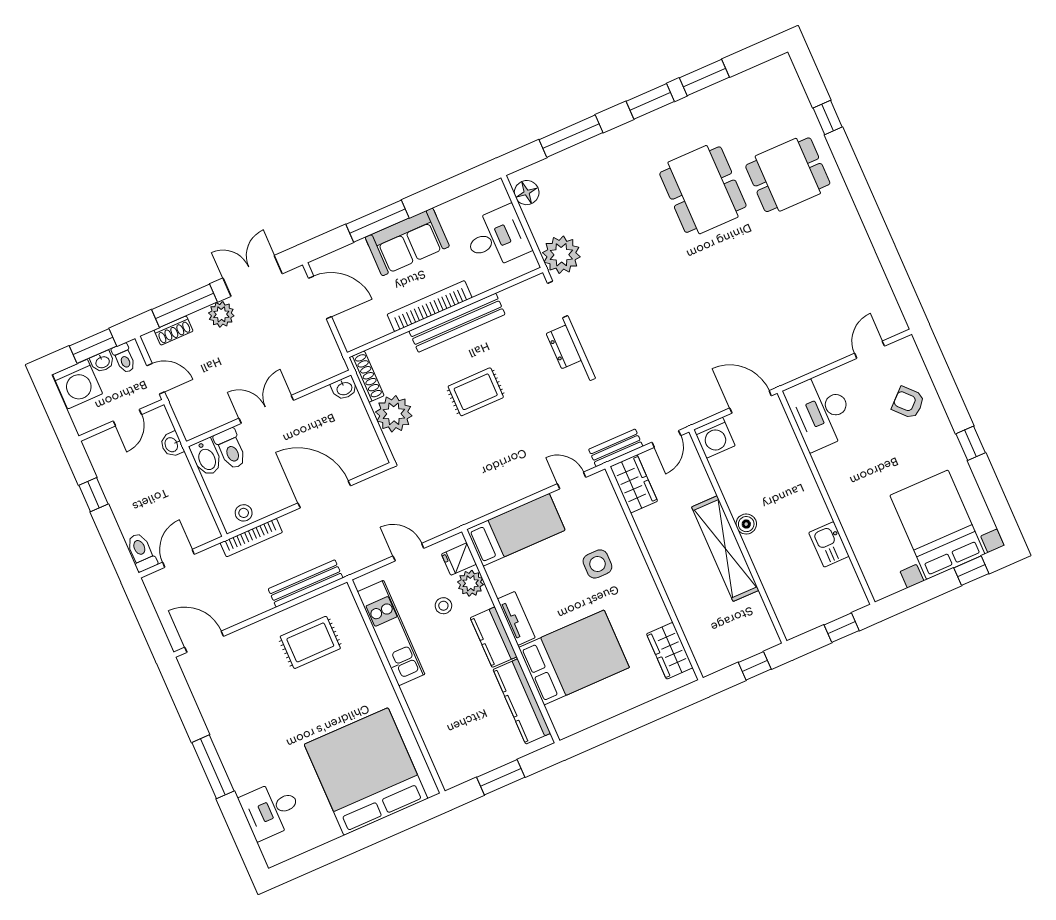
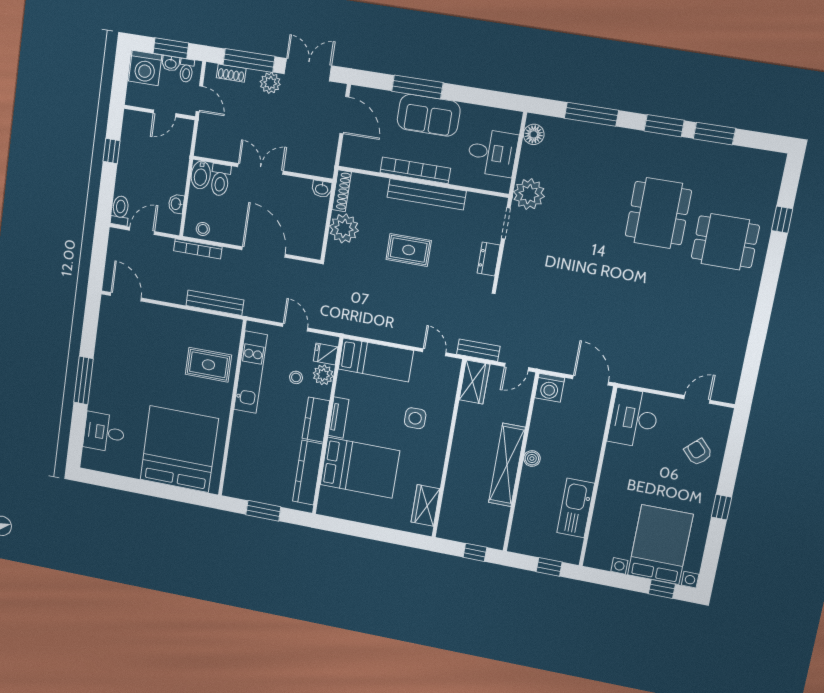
washbasin: (172, 444) -> (176, 204), moved
kitchen sink: (829, 544) -> (576, 508), width x1.88, depth x1.24
rug: (310, 642) -> (208, 365), moved

